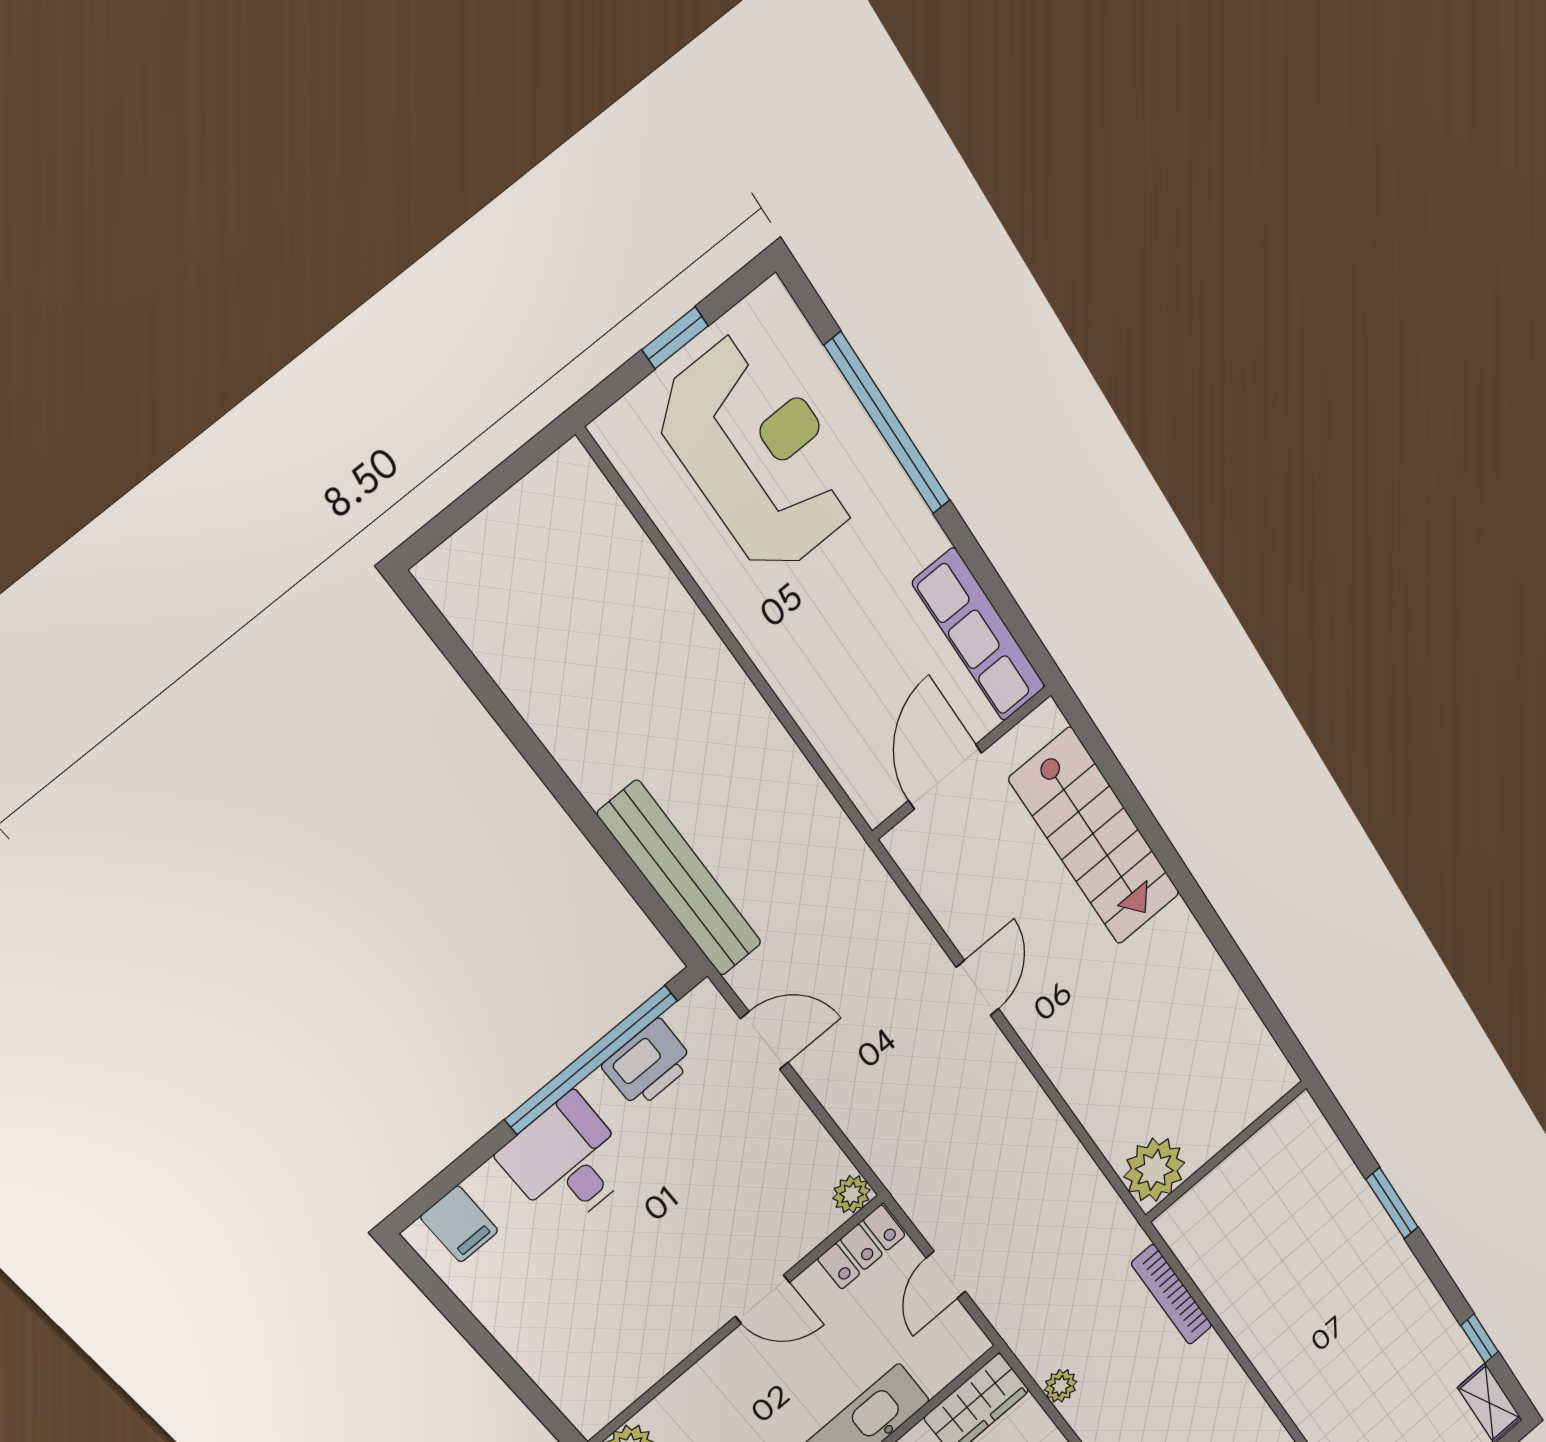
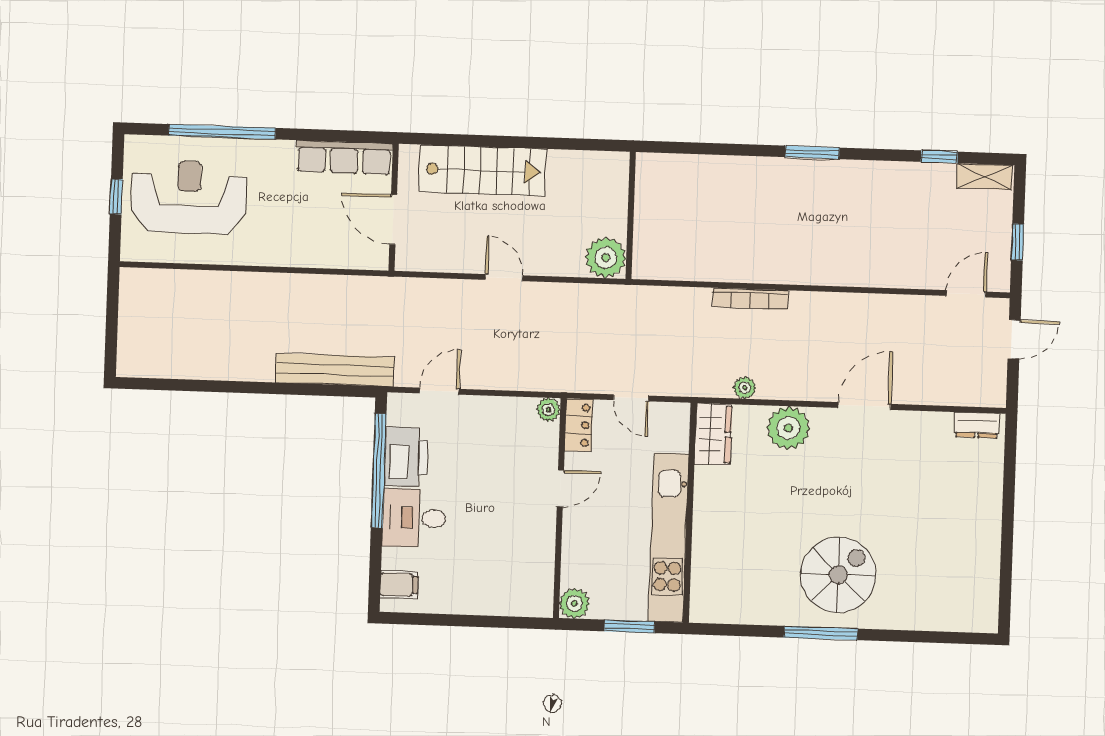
printer: (648, 1064) -> (406, 457), width x1.37, depth x1.19
wall: (1226, 1151) -> (631, 215), moved
plant: (1154, 1170) -> (606, 258), moved

